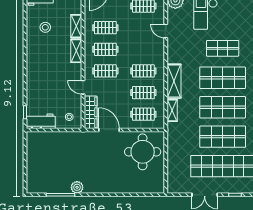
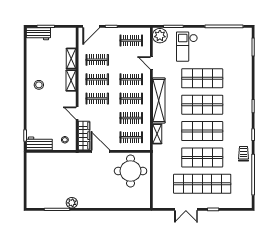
stool: (45, 27) -> (39, 85), moved
shop shelf: (223, 48) -> (202, 78), width x1.43, depth x1.36
clothes rail: (143, 49) -> (131, 79), added
shelving: (174, 81) -> (159, 100), width x1.47

